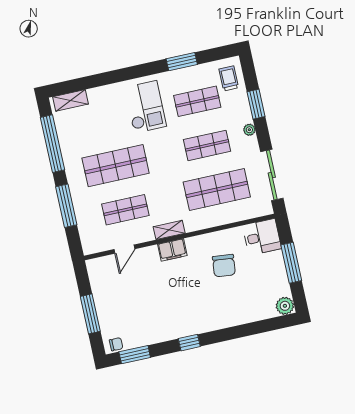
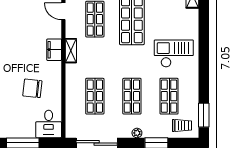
window: (182, 62) -> (204, 115), moved
checkout: (145, 107) -> (174, 54), turned 180
shop shelf: (217, 189) -> (95, 96), width x0.70, depth x0.74

